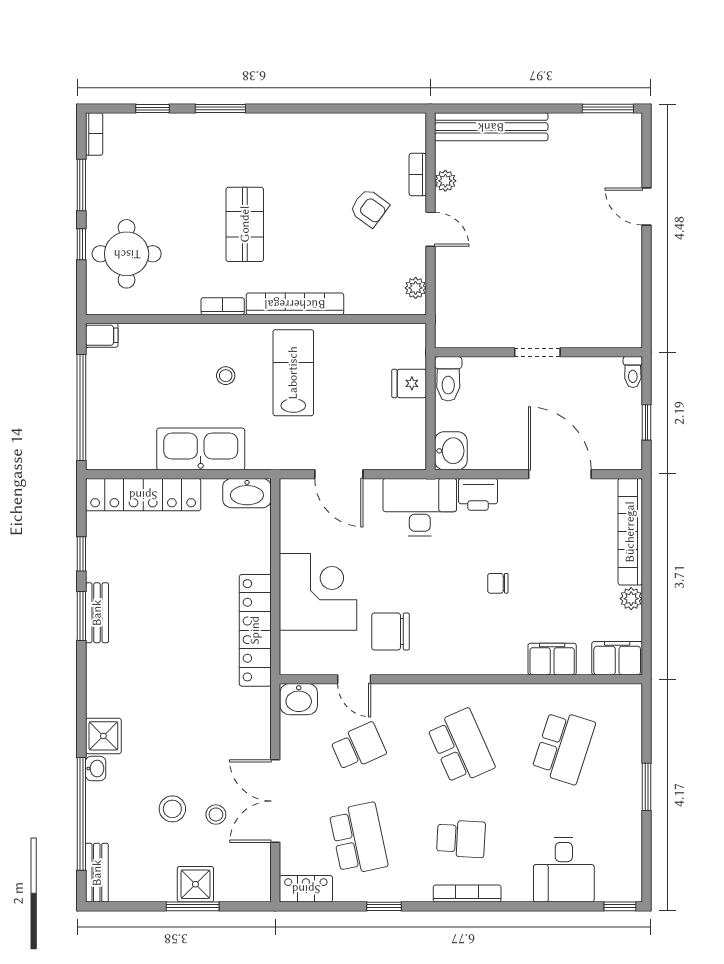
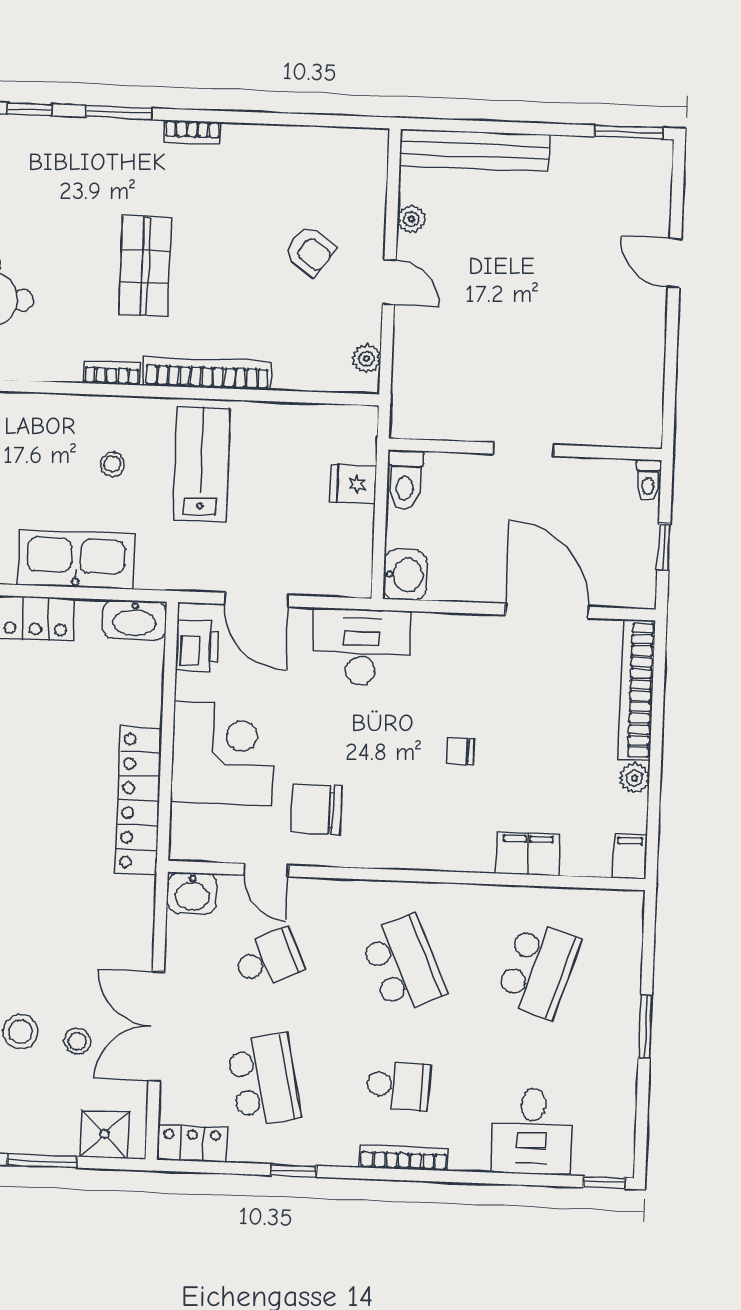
bookcase: (418, 174) -> (192, 132), moved, turned -90
printer: (478, 494) -> (197, 646), moved, turned -90
filing cabinet: (617, 658) -> (630, 856), width x0.50
shower: (195, 884) -> (104, 1134), moved

